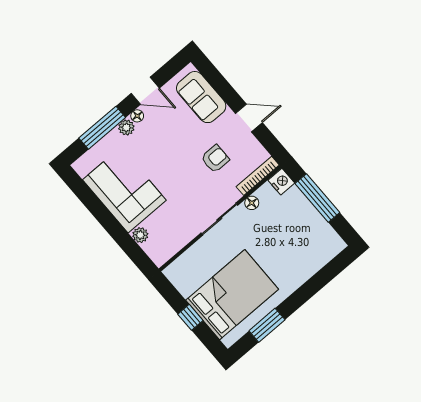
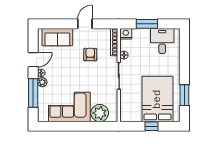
window: (317, 198) -> (147, 24), width x0.69
plant: (140, 235) -> (100, 113), width x1.87, depth x1.87
desk: (312, 237) -> (162, 41), added

